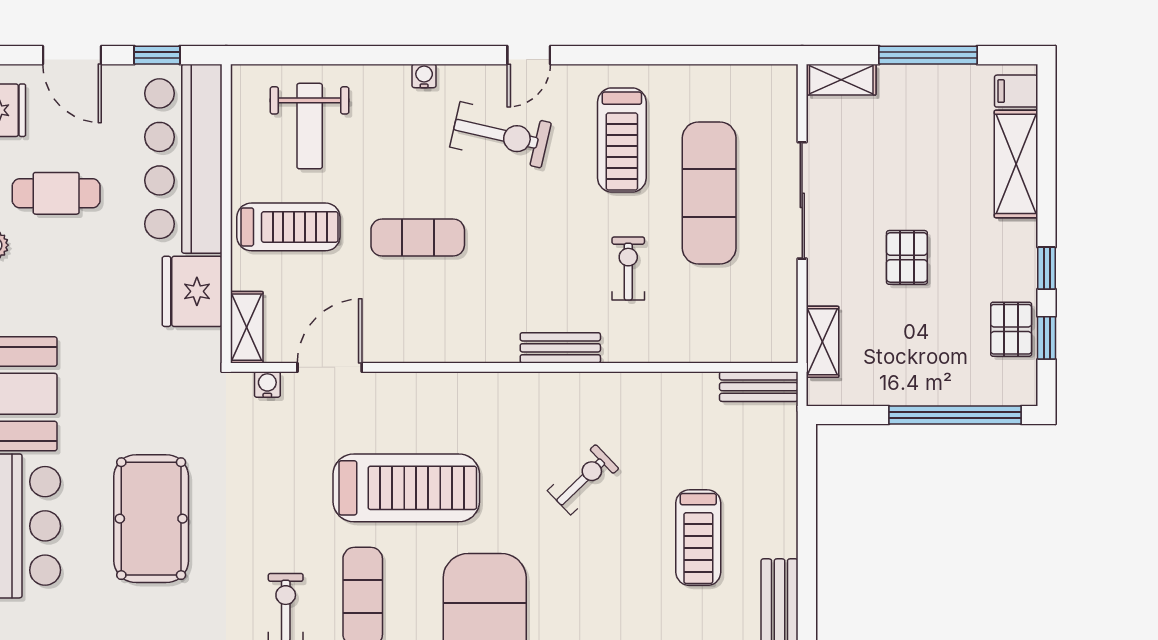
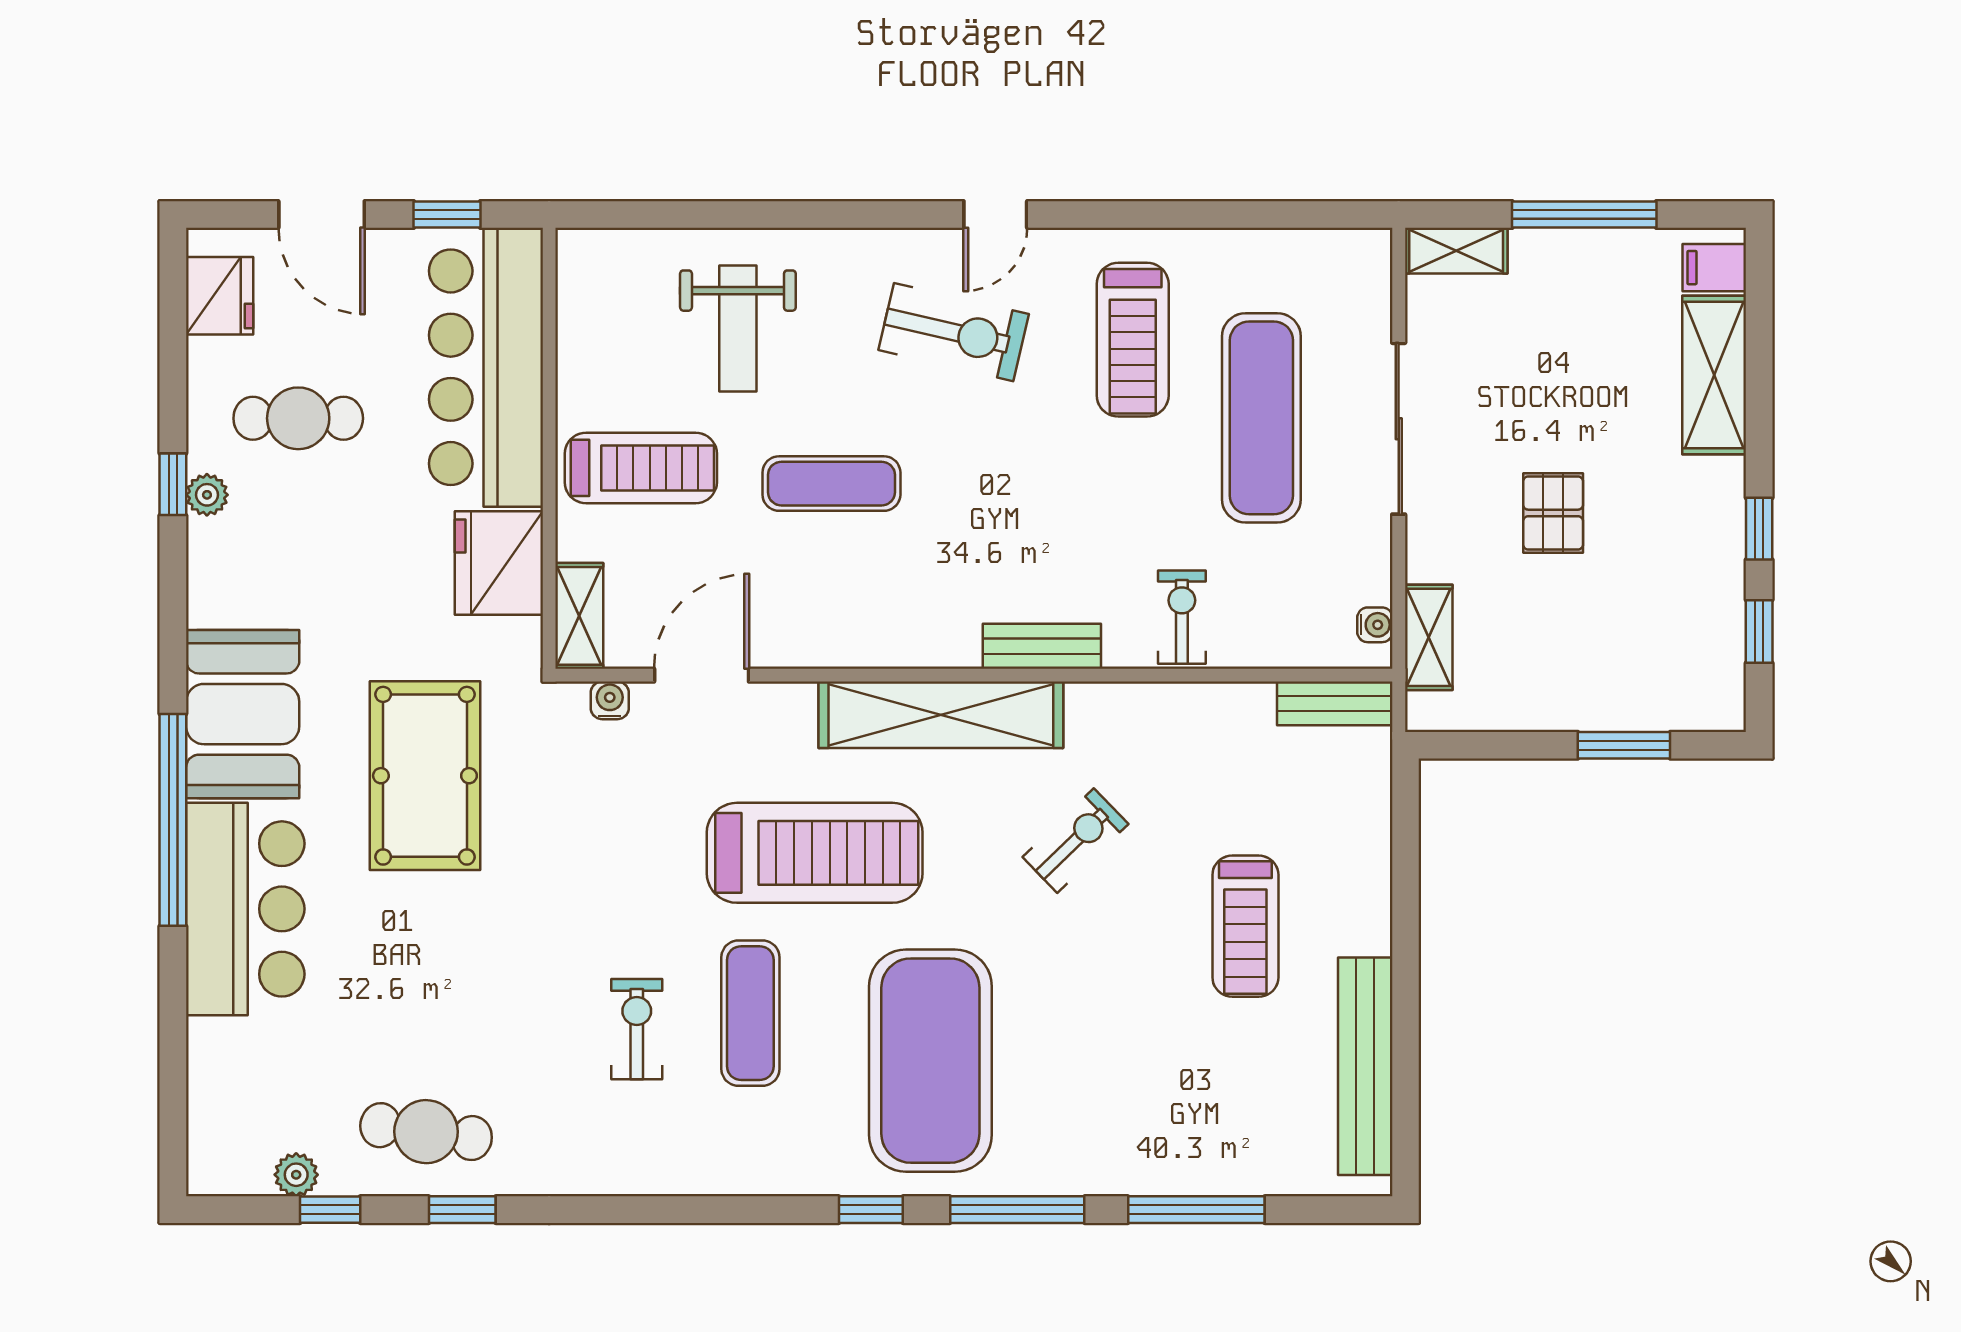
water cooler: (424, 76) -> (1375, 625), moved, turned 90
weight bench: (310, 126) -> (738, 328), moved
exercise bike: (628, 268) -> (1182, 617), moved
pallet: (1011, 329) -> (1707, 619), removed
shelving: (492, 394) -> (941, 715), added
window: (955, 415) -> (1624, 745), width x0.47
pool table: (151, 519) -> (425, 776), moved

